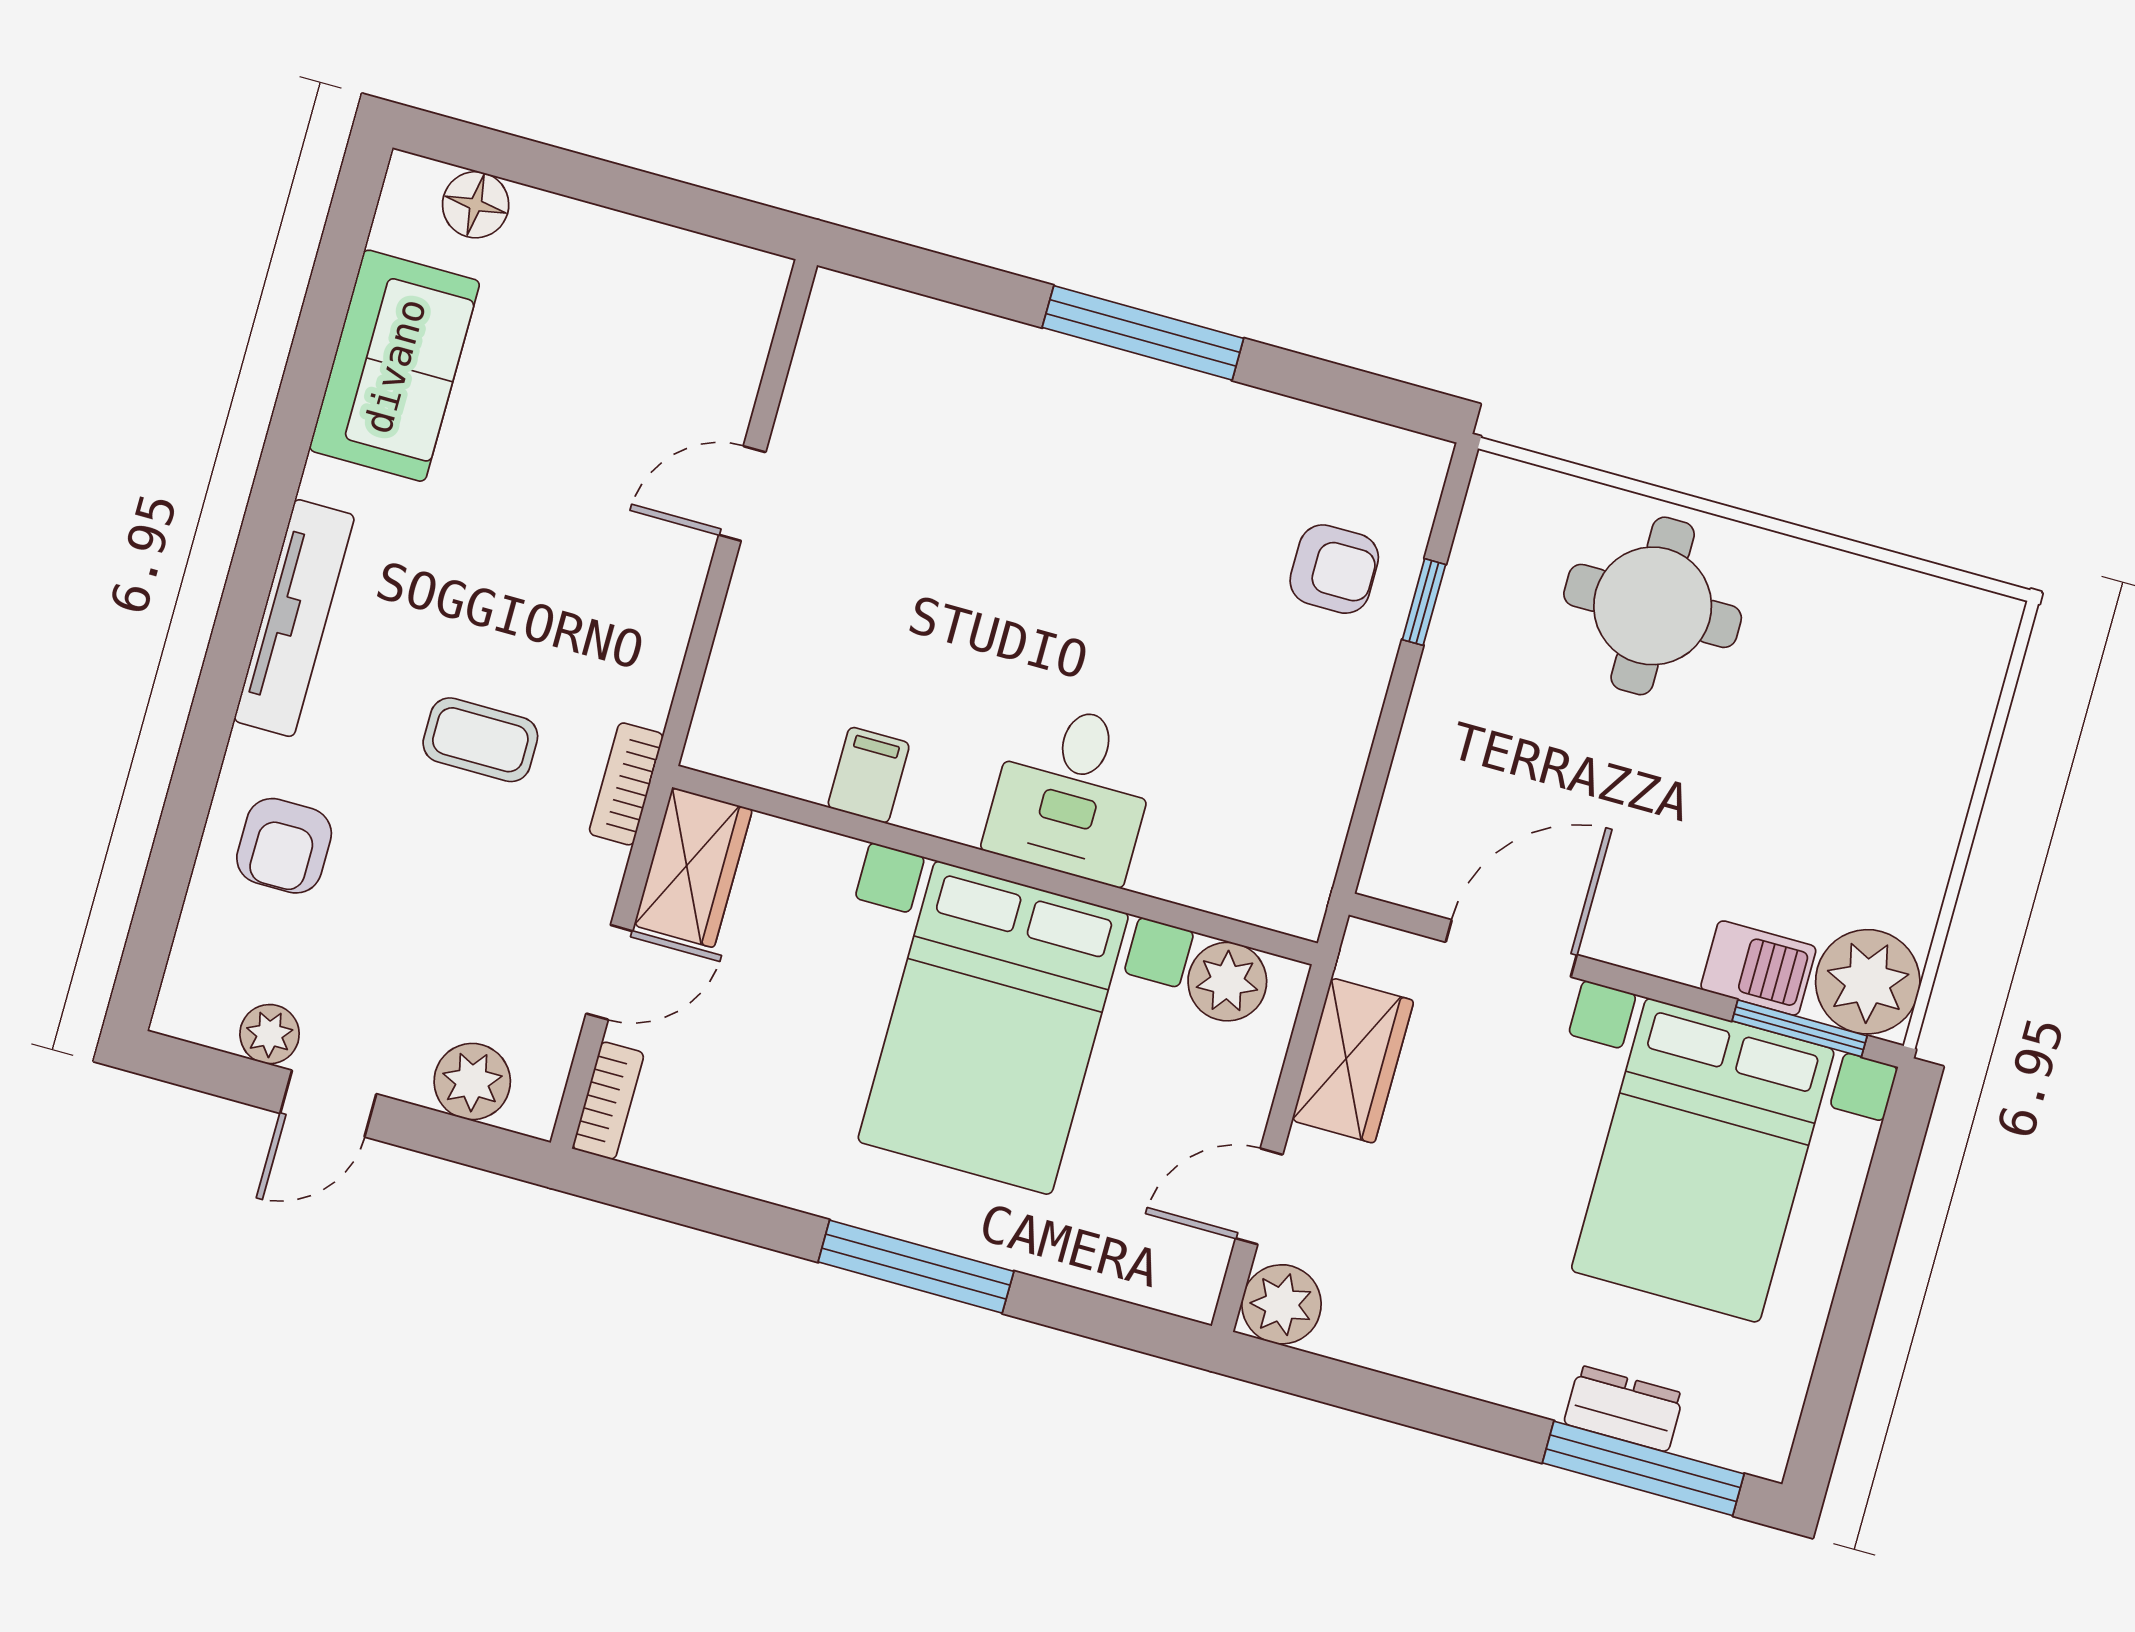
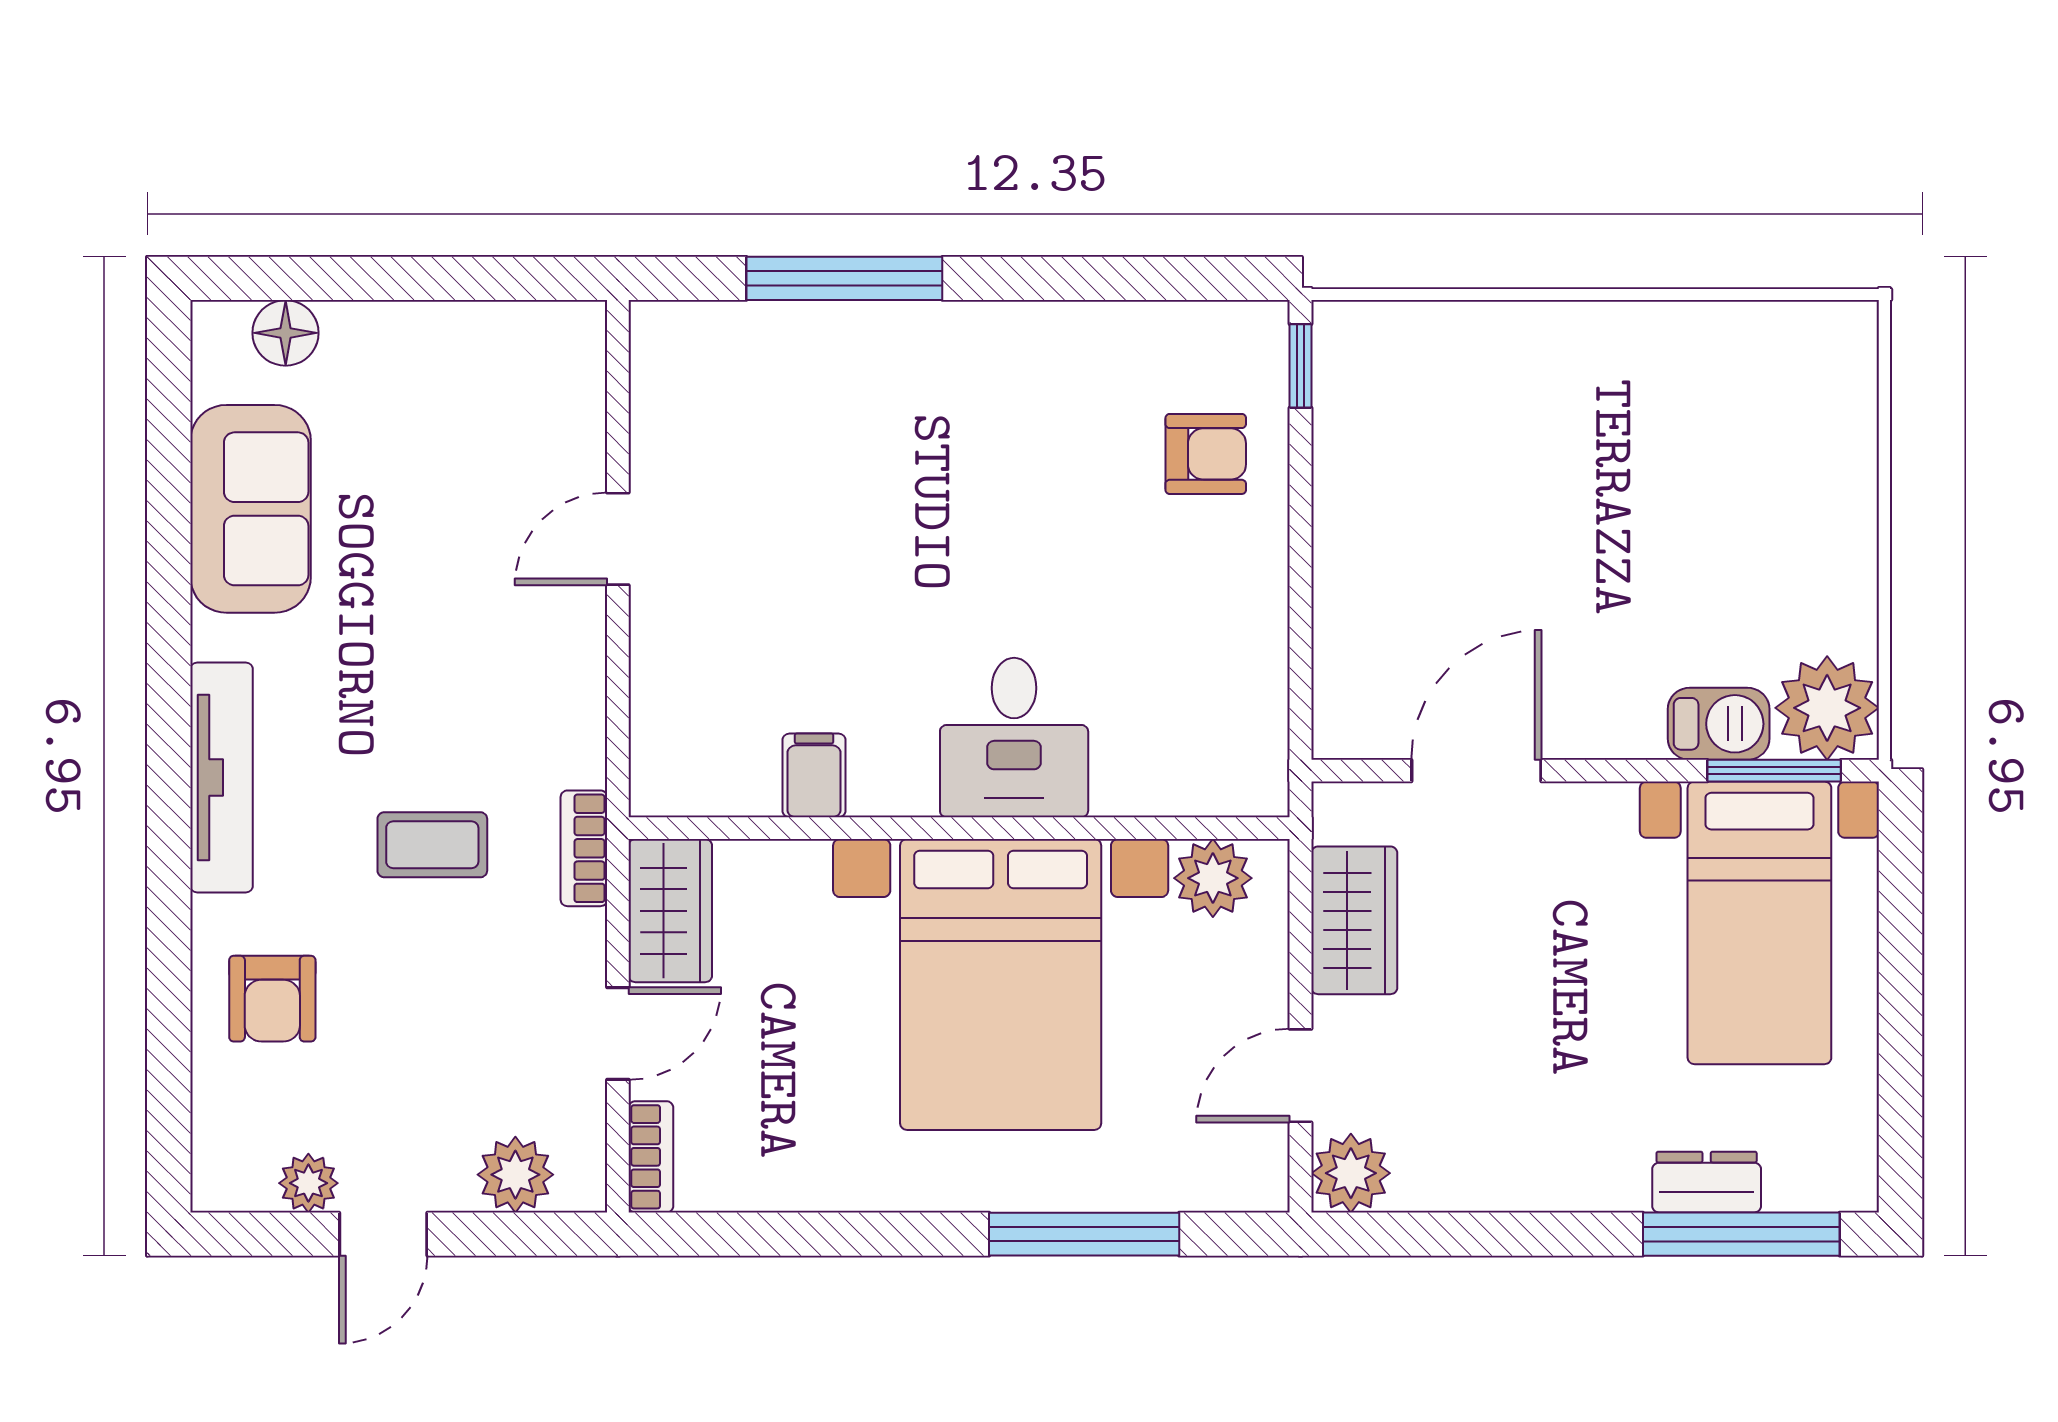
window: (1143, 333) -> (844, 278), moved
window: (1424, 602) -> (1301, 366), moved
round table: (1653, 606) -> (1521, 405), removed
bed with nightstands: (1703, 1160) -> (1759, 923), width x0.73
window: (916, 1267) -> (1084, 1234), moved

